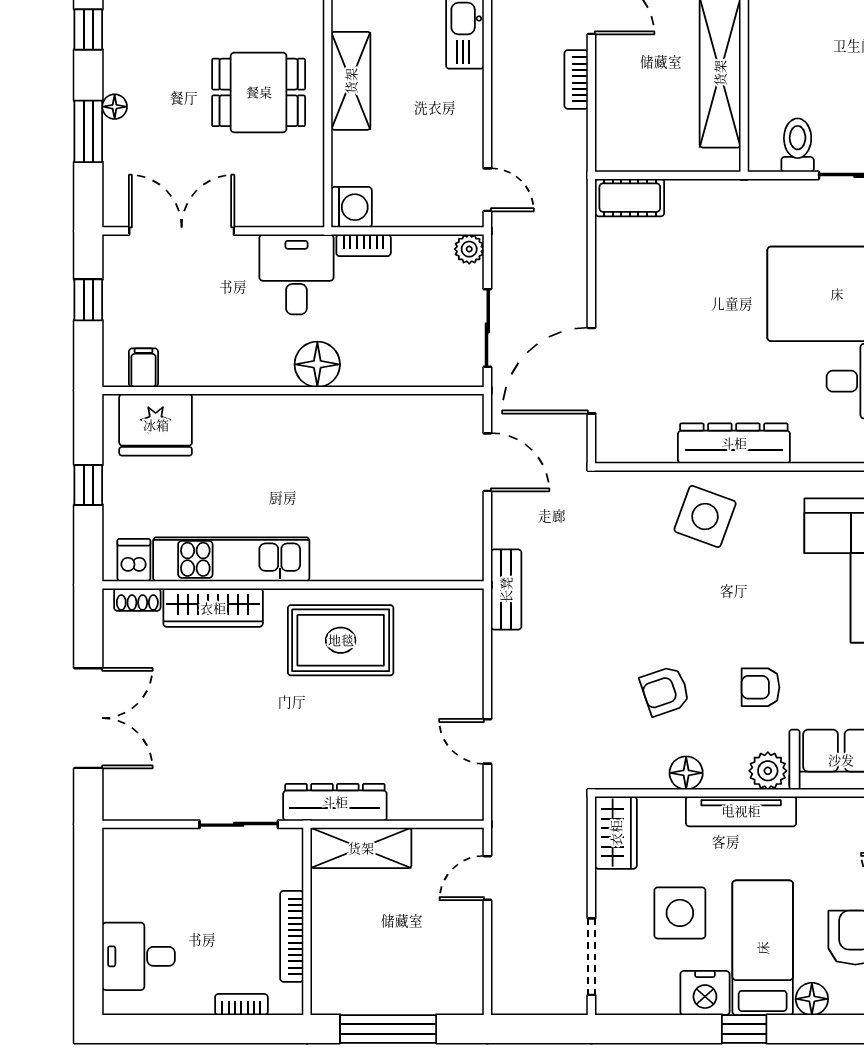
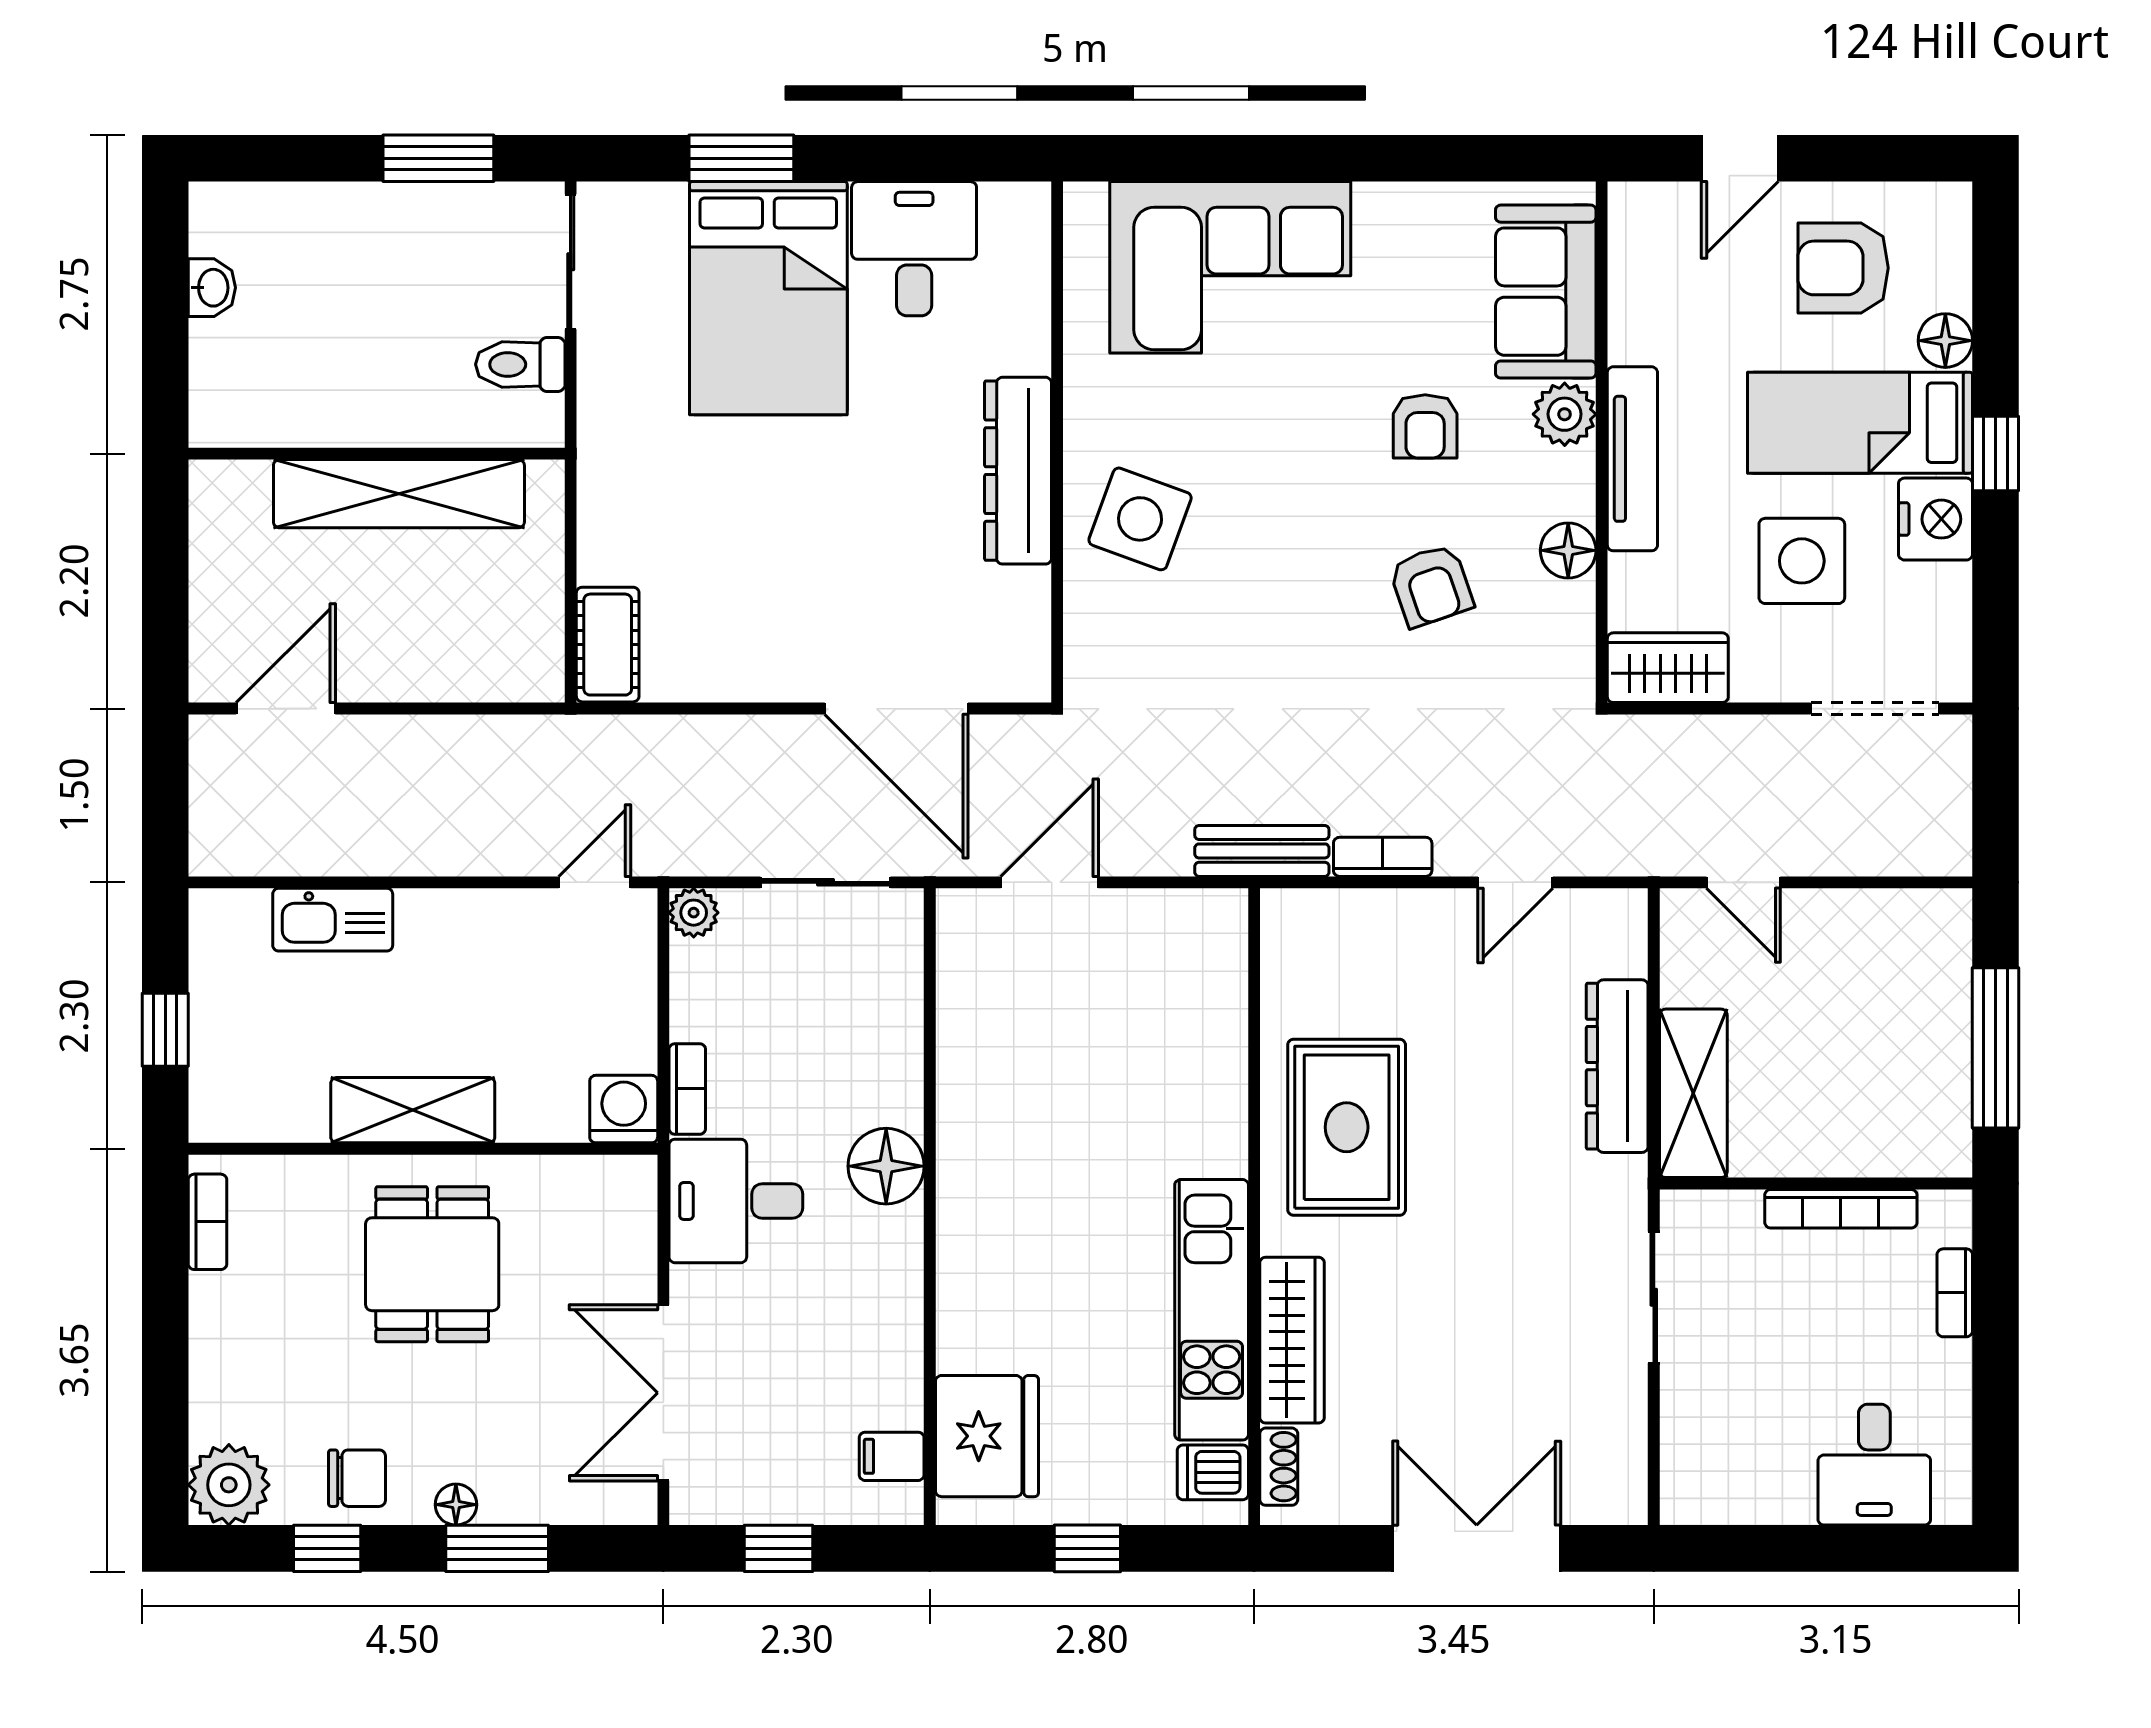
chair: (130, 47) -> (357, 1478), added
bookcase: (576, 79) -> (1383, 857), moved, turned 180
dresser: (335, 802) -> (1617, 1066), moved

